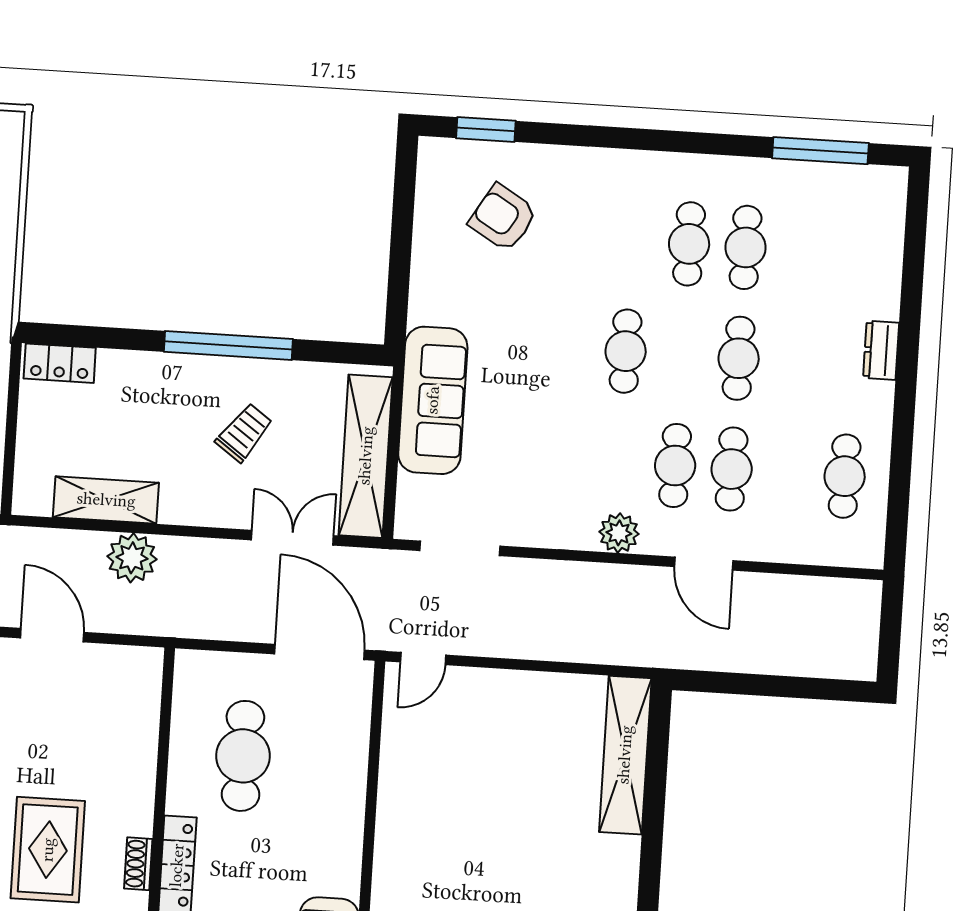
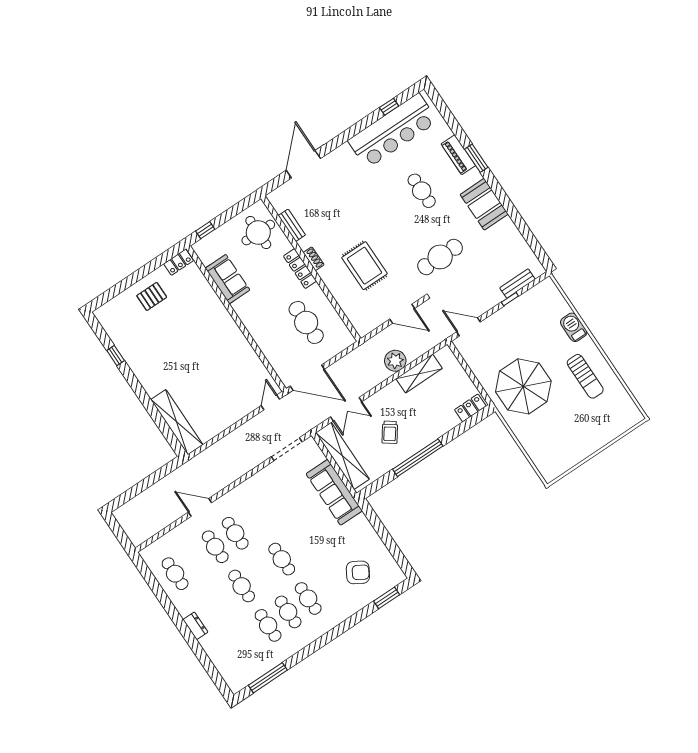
cafe table: (633, 240) -> (308, 598), added
plant: (619, 533) -> (237, 496), removed
rug: (48, 850) -> (364, 266), moved

